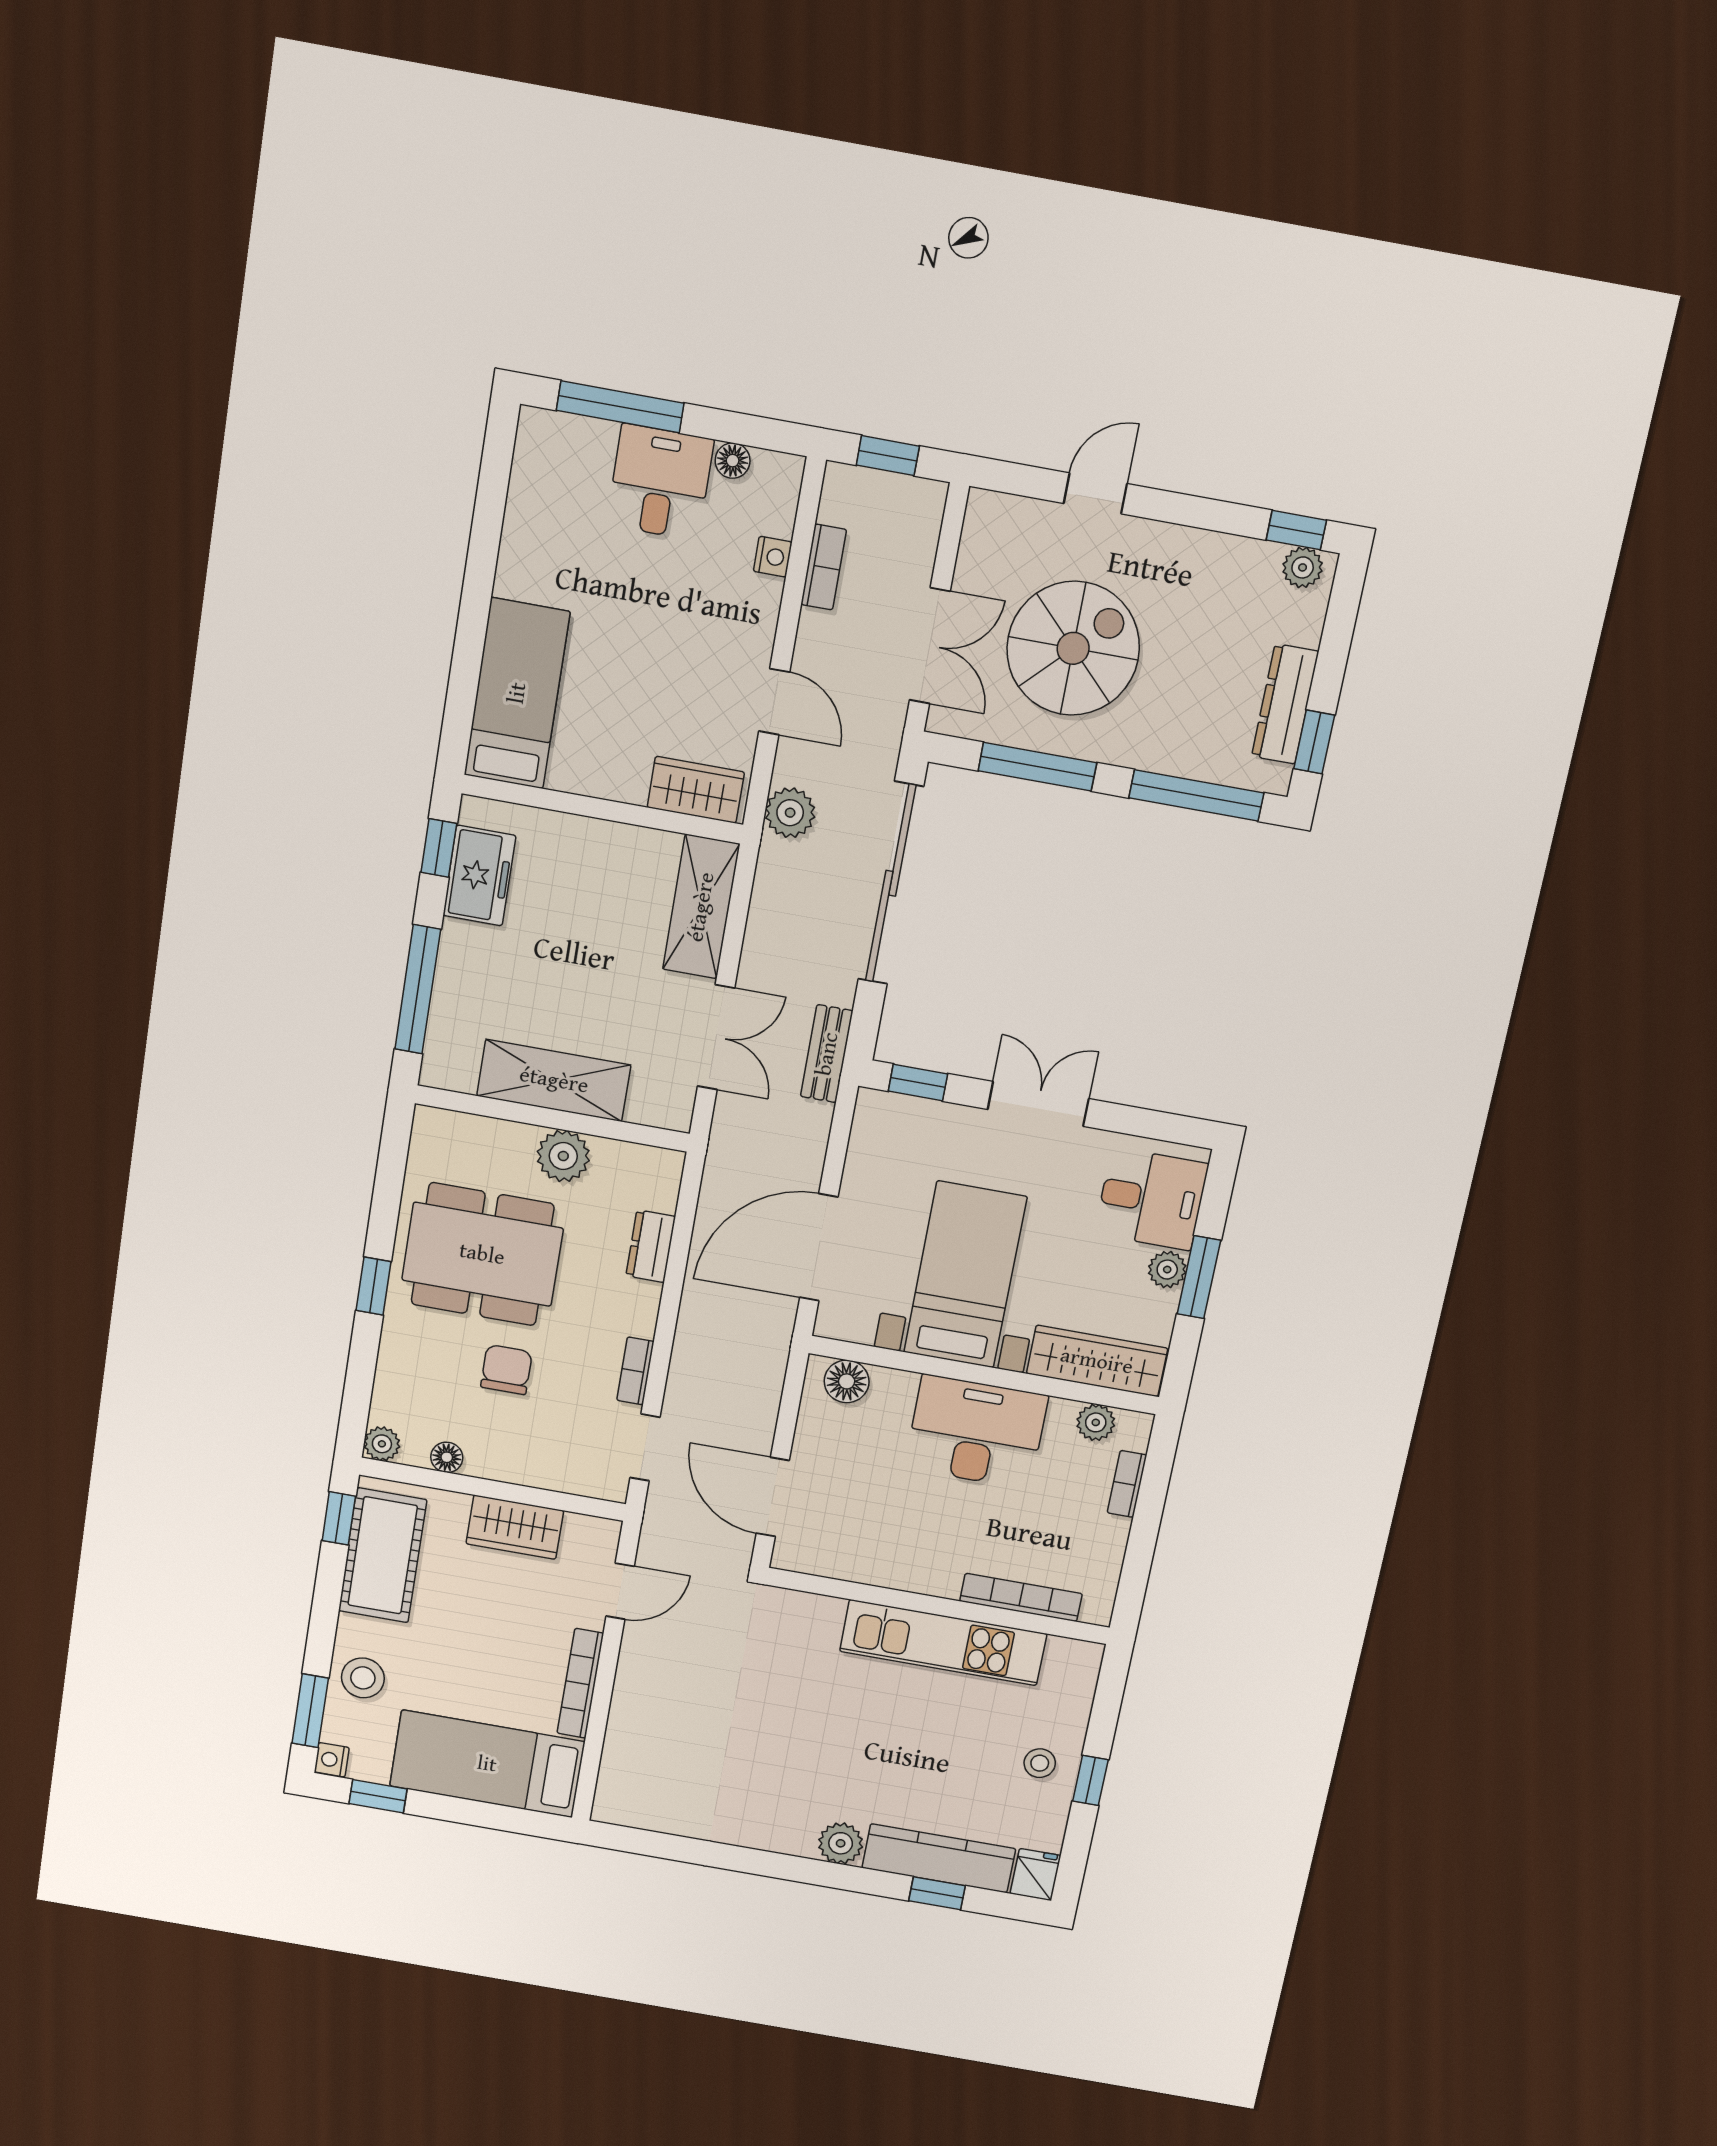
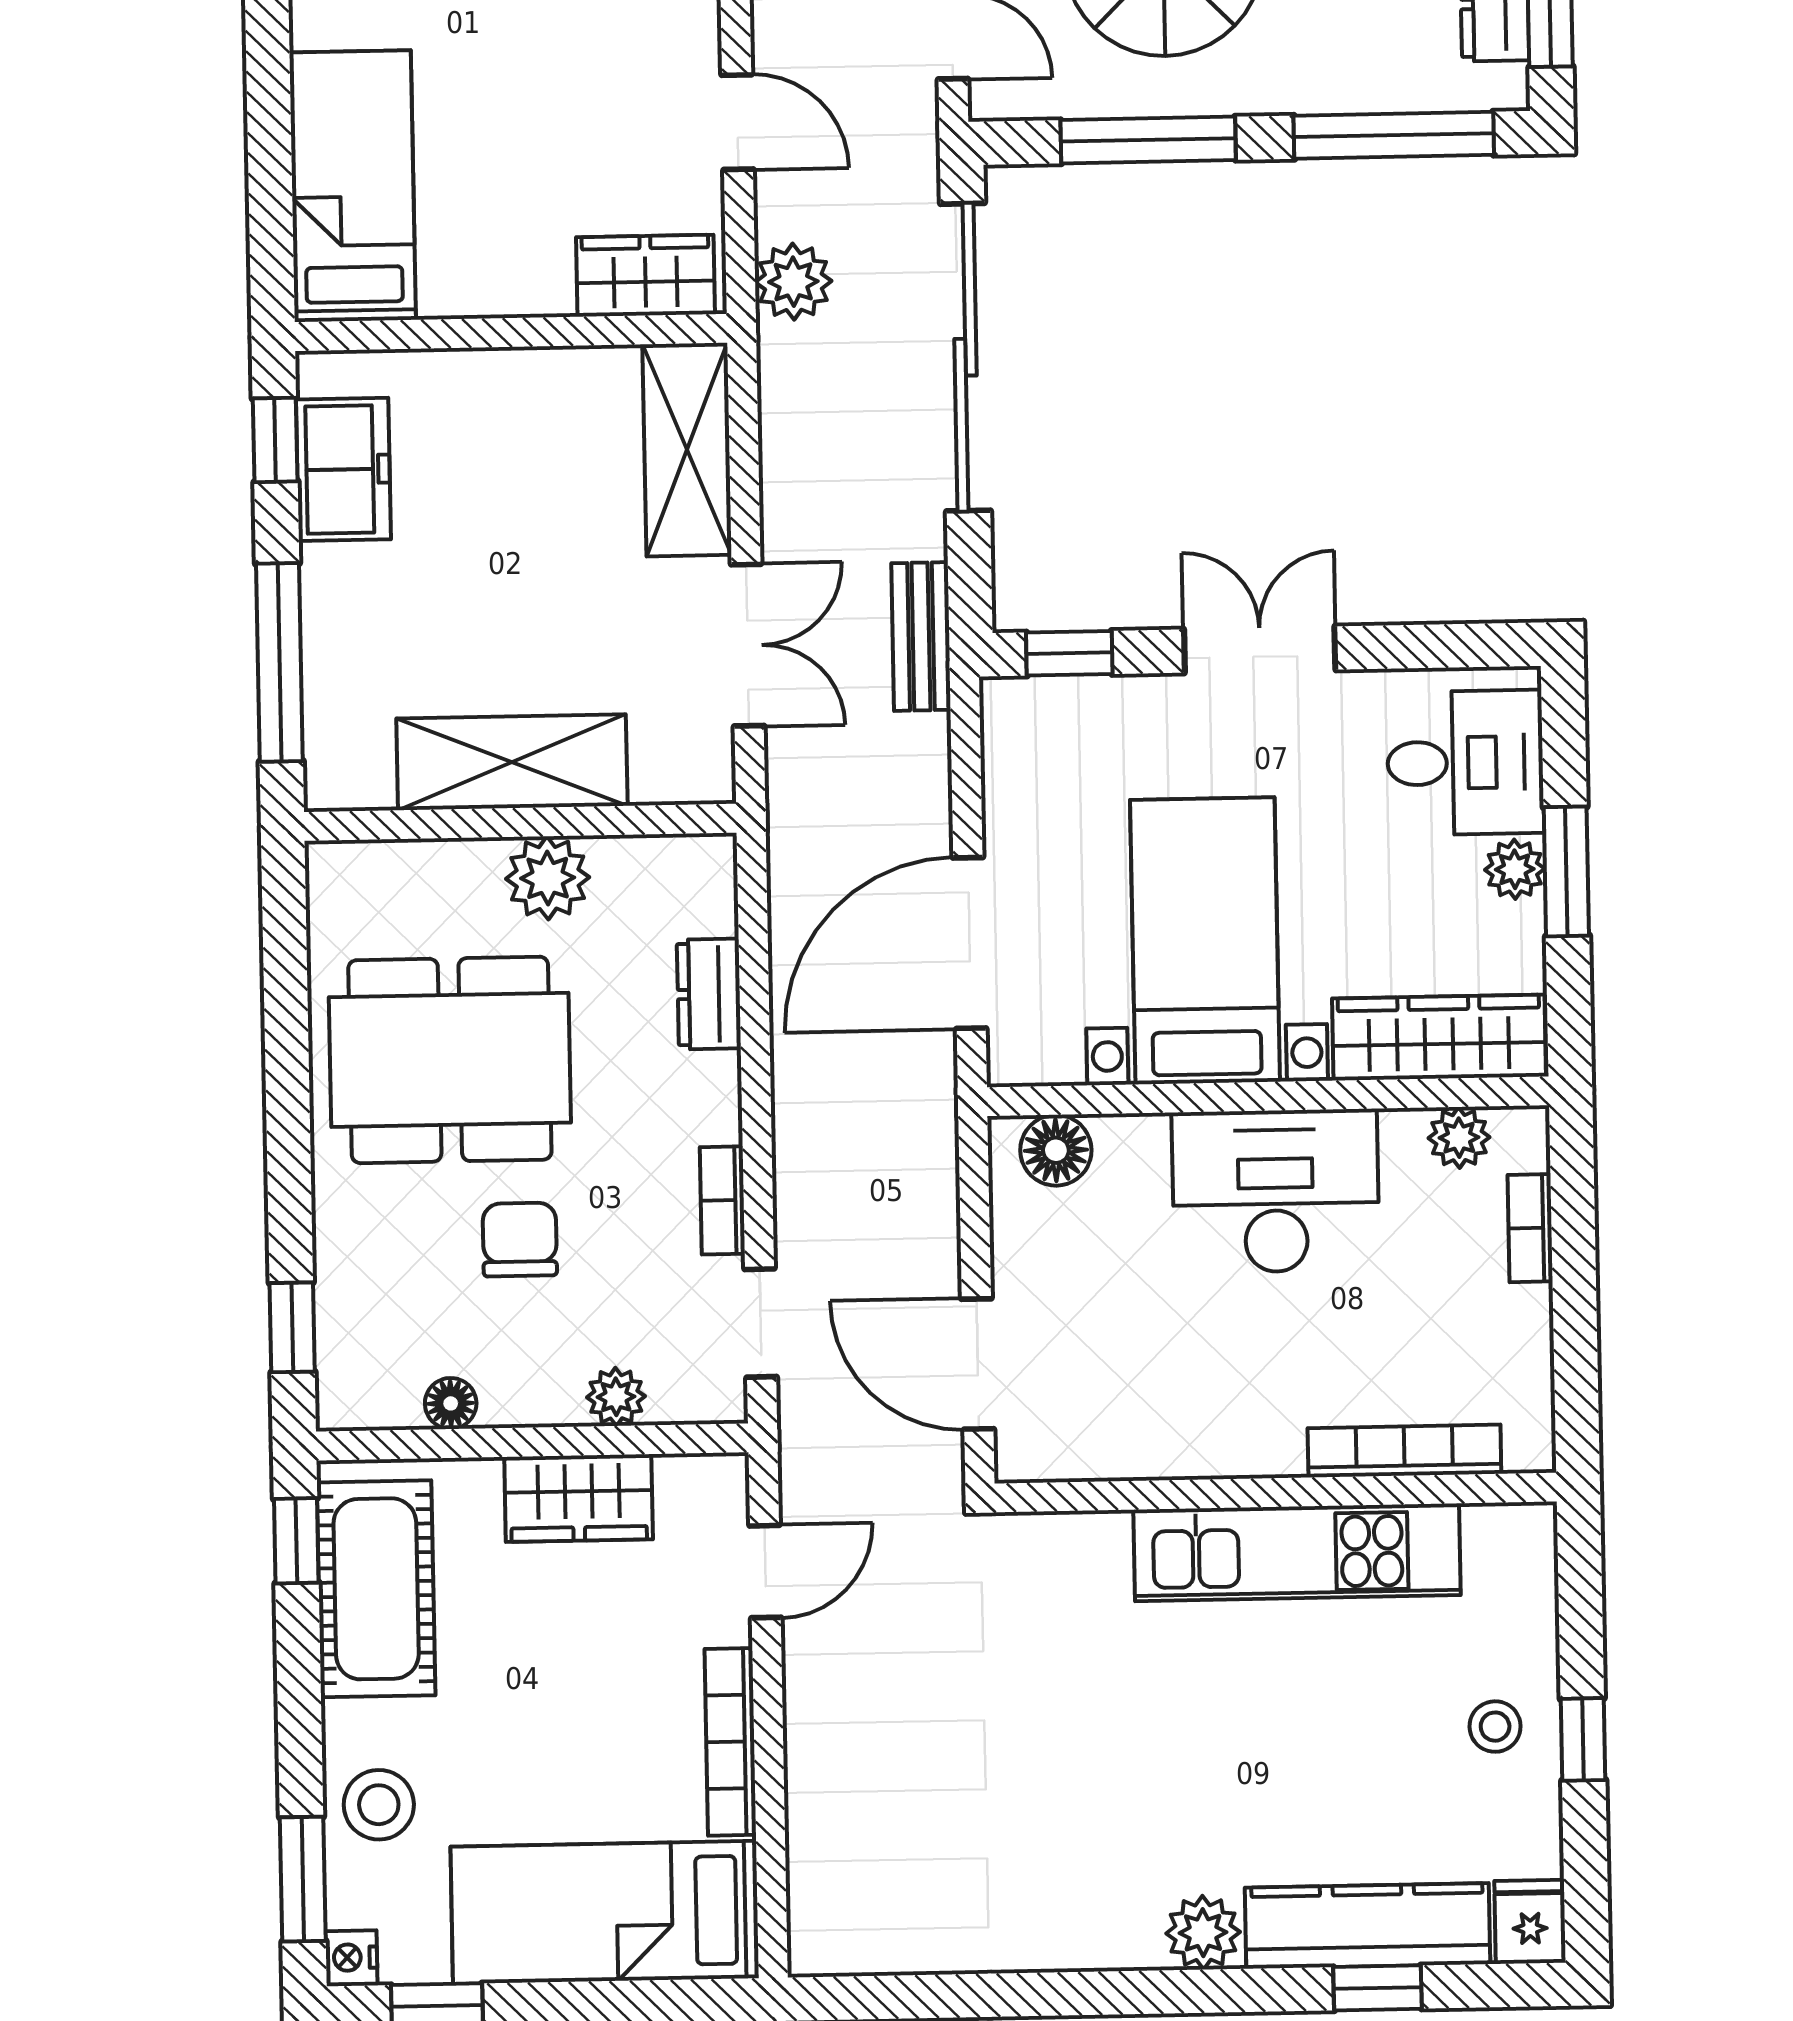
window: (373, 1286) -> (292, 1327), moved
plant: (382, 1444) -> (616, 1397), moved

